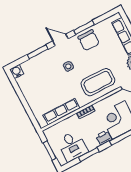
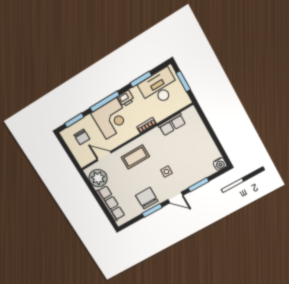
coffee table: (98, 82) -> (135, 157), width x0.73, depth x0.76
row of seats: (61, 112) -> (172, 124), width x0.68
desk: (72, 146) -> (159, 88), width x1.37

